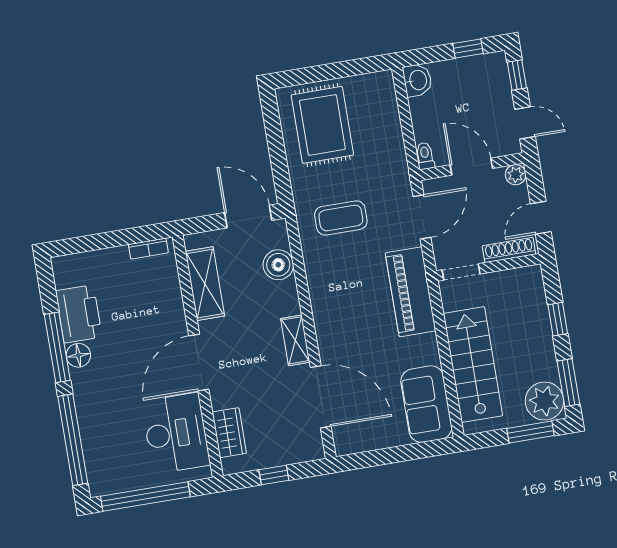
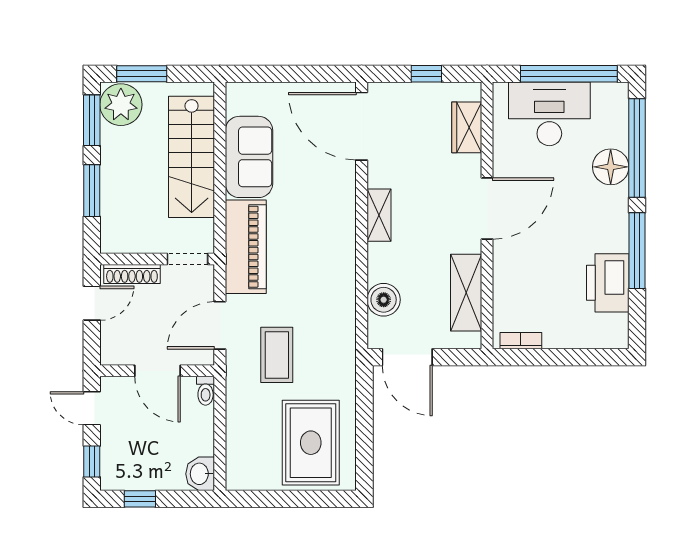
plant: (516, 175) -> (111, 354), removed
coffee table: (341, 218) -> (277, 355), moved, turned 90
window: (558, 319) -> (92, 191), width x1.50
floor lamp: (78, 355) -> (611, 167), moved, width x1.38, depth x1.38
door: (321, 397) -> (362, 126), moved
sofa: (426, 404) -> (249, 157), moved
desk: (176, 433) -> (549, 114), moved, turned 90

